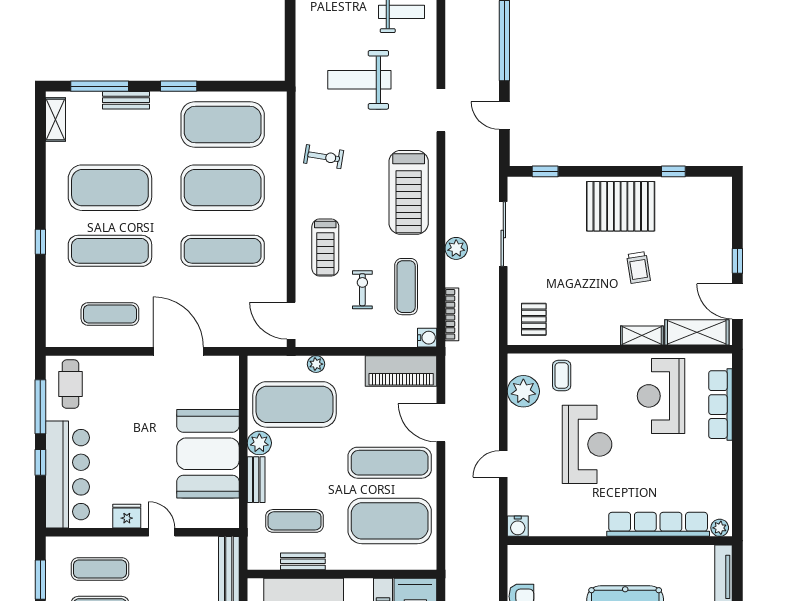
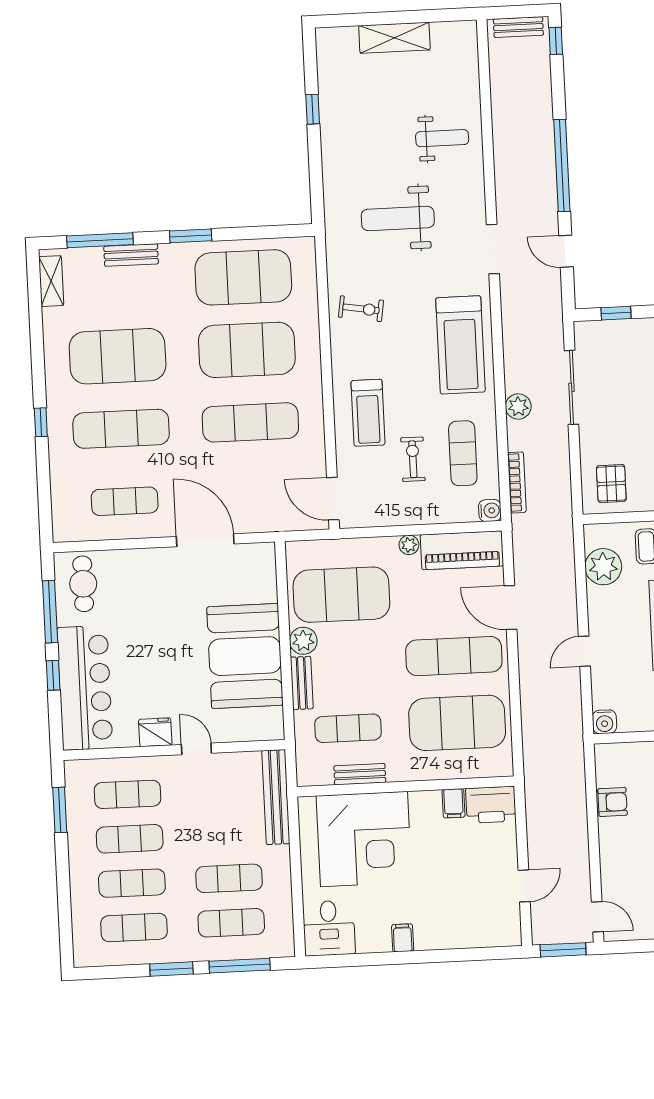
plant: (316, 364) -> (409, 545), moved

